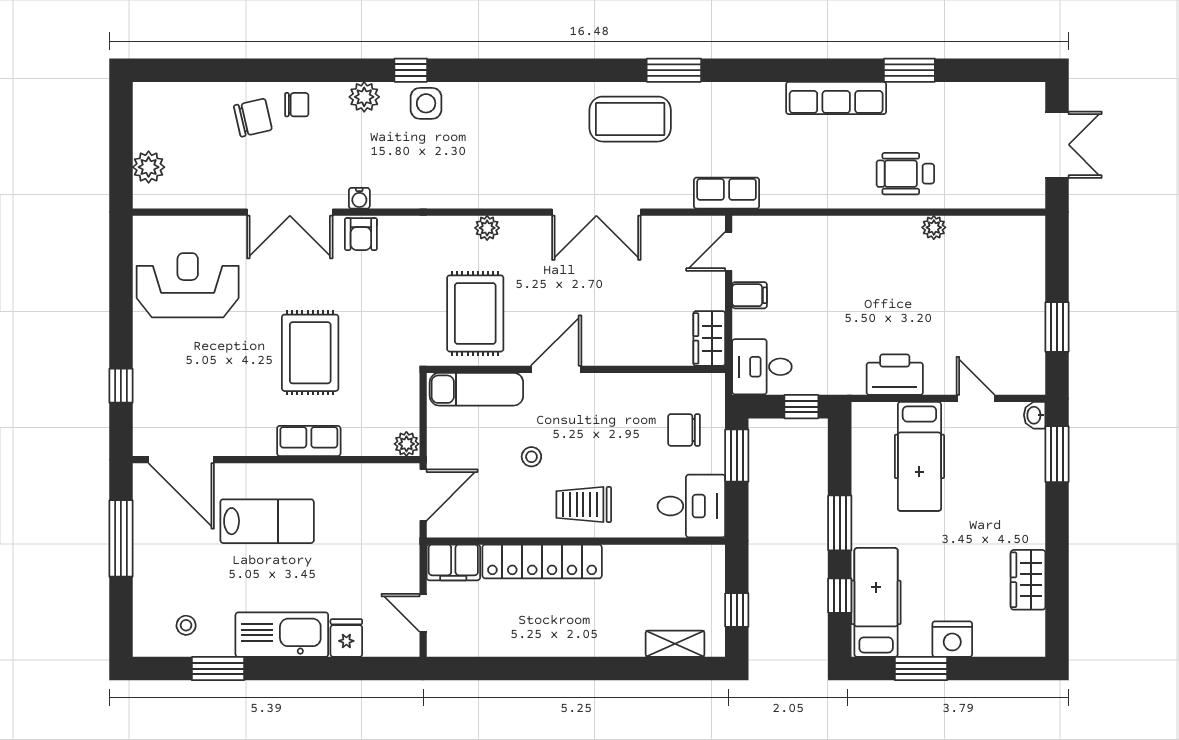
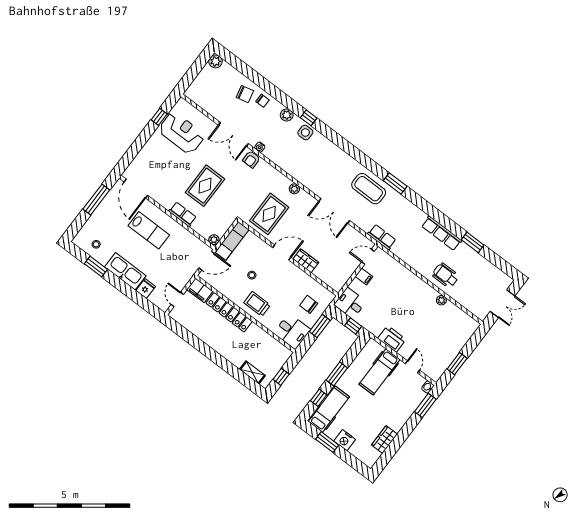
plant: (149, 167) -> (215, 61), moved
wardrobe: (709, 338) -> (306, 261), moved, turned 90
window: (121, 386) -> (159, 117), moved
exam couch: (476, 389) -> (232, 241), moved, turned -90

